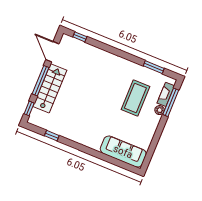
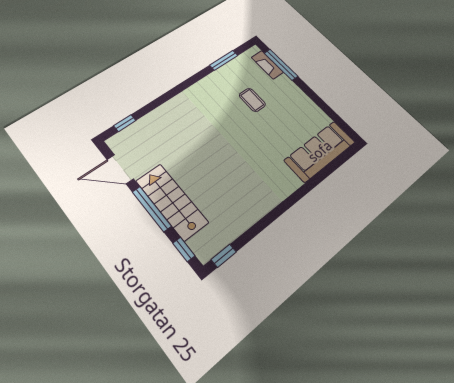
coffee table: (135, 98) -> (252, 100), width x0.54, depth x0.58
plant: (160, 110) -> (284, 81), removed
window: (52, 136) -> (224, 256), moved

